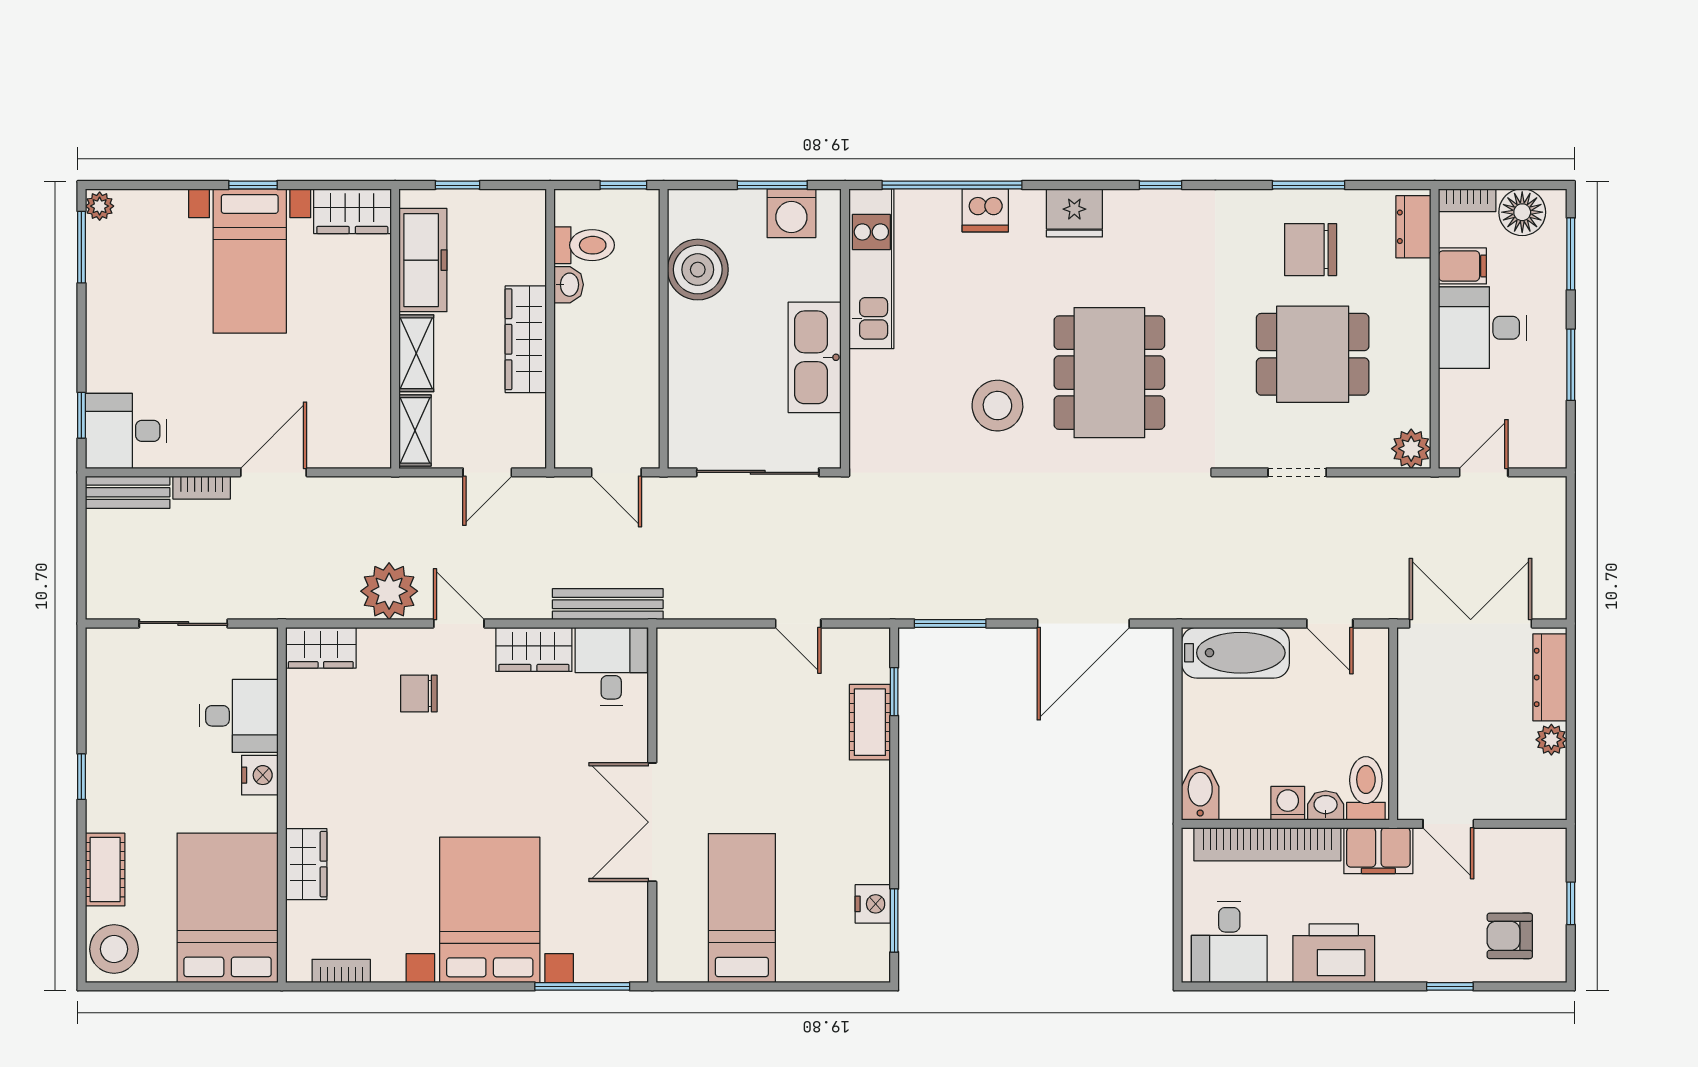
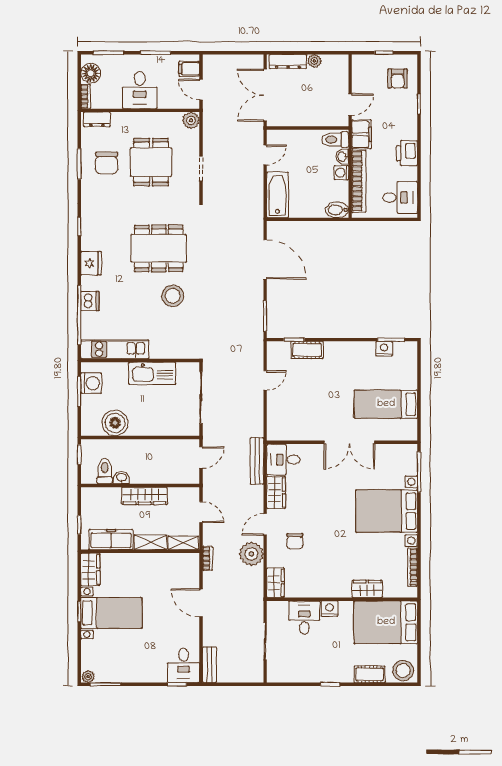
filing cabinet: (1462, 266) -> (189, 69), moved, turned -90
bookcase: (202, 488) -> (207, 558), moved
printer: (1334, 953) -> (407, 153), width x0.73, depth x0.84
bookcase: (341, 971) -> (412, 567), width x1.56

